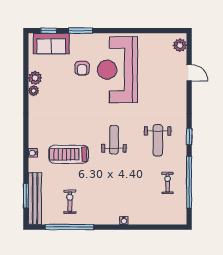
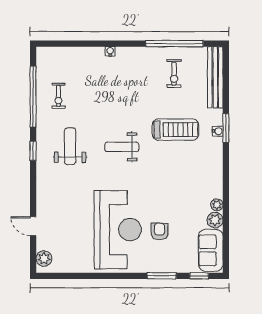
sofa: (51, 44) -> (211, 250), moved, turned -90
weight bench: (114, 140) -> (122, 147), turned 90
window: (26, 196) -> (226, 128), moved

